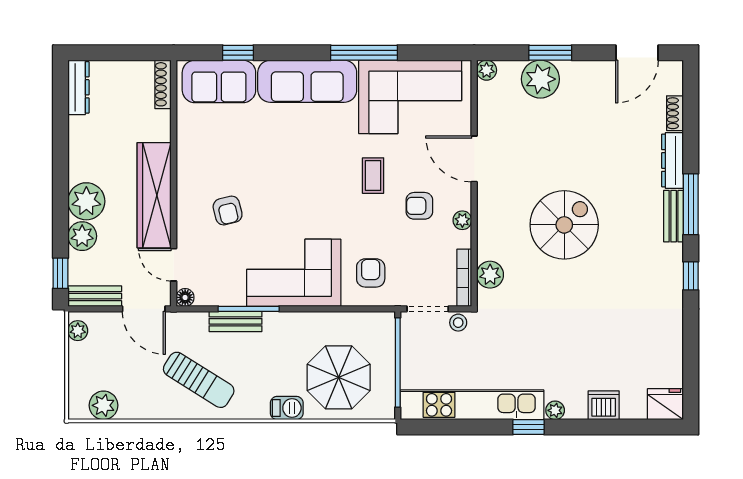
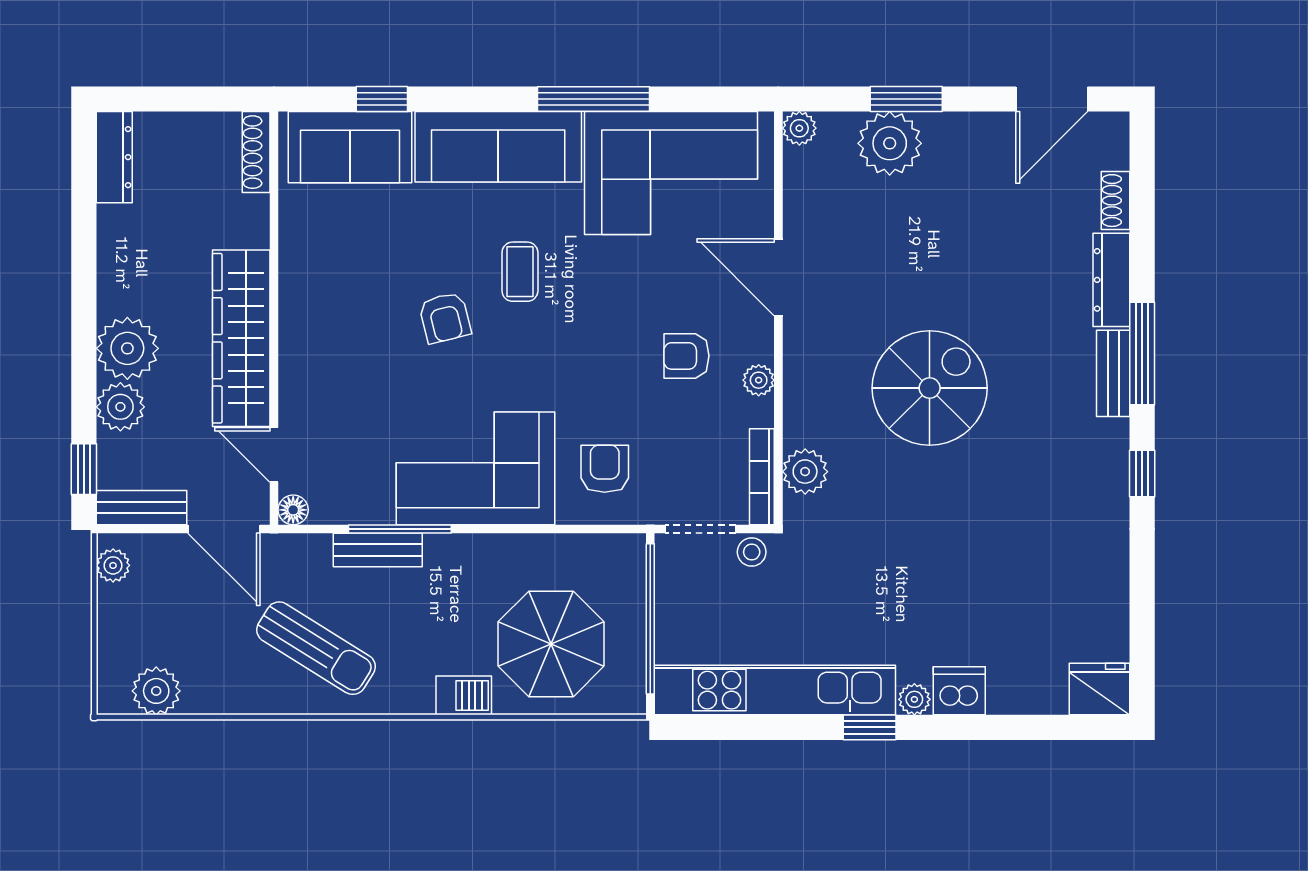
coffee table: (373, 176) -> (520, 272), moved
armchair: (228, 211) -> (445, 318), moved
dishwasher: (604, 405) -> (959, 691), moved

